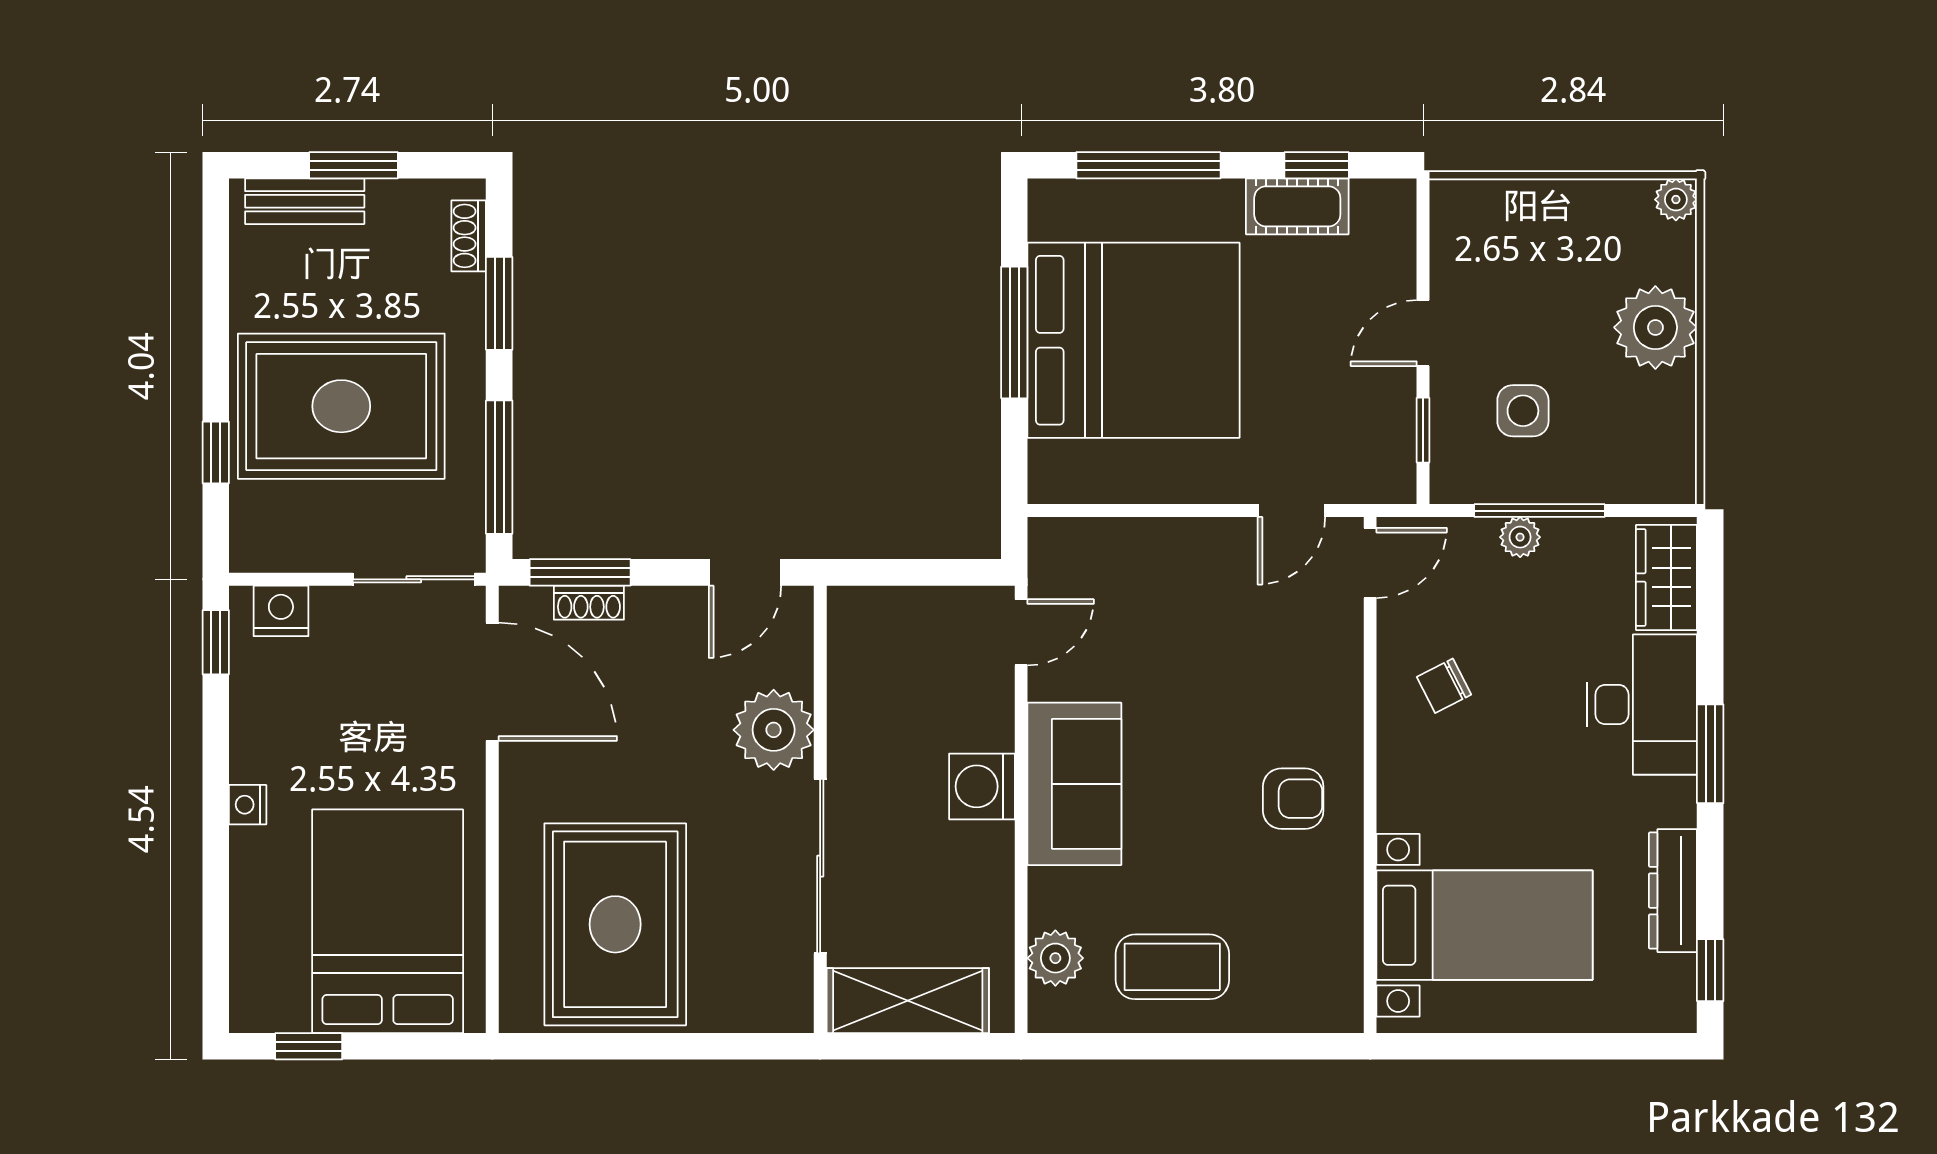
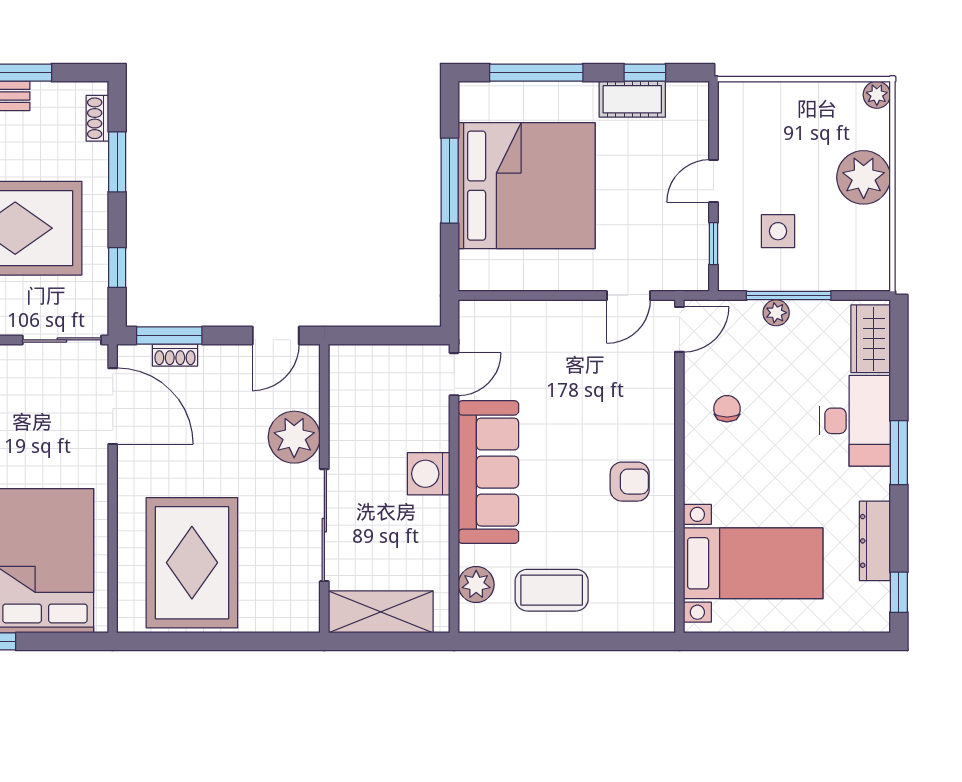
window: (499, 467) -> (117, 268), width x0.46
chair: (1444, 686) -> (727, 409), turned 117
sofa: (1074, 784) -> (488, 472), width x1.36

